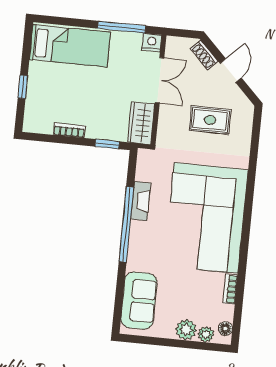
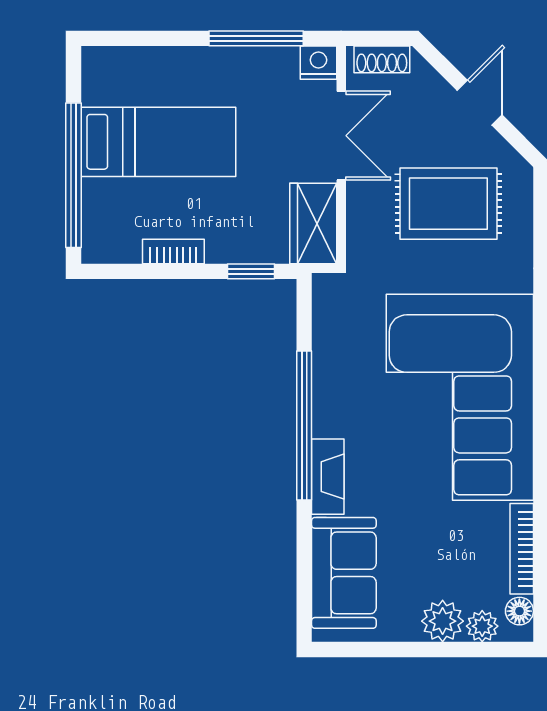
bed: (70, 46) -> (158, 142), moved
shoe rack: (204, 55) -> (382, 59), moved, turned -45
window: (23, 87) -> (73, 175), width x3.17
rug: (210, 120) -> (448, 204), width x1.36, depth x1.43
fireplace: (141, 201) -> (328, 477), moved
bookcase: (230, 289) -> (522, 549), width x1.56

